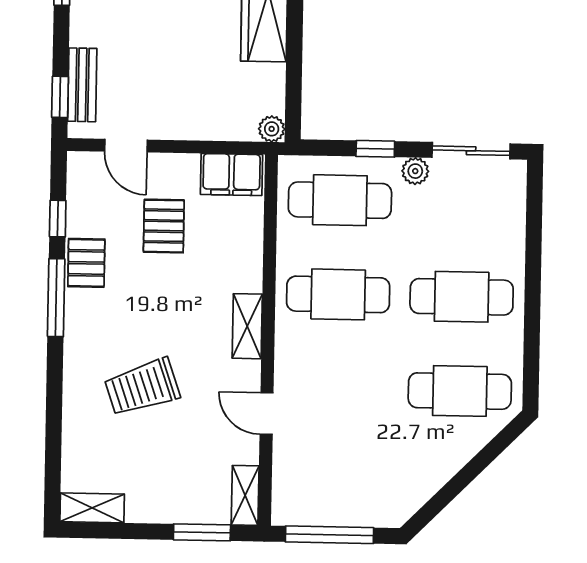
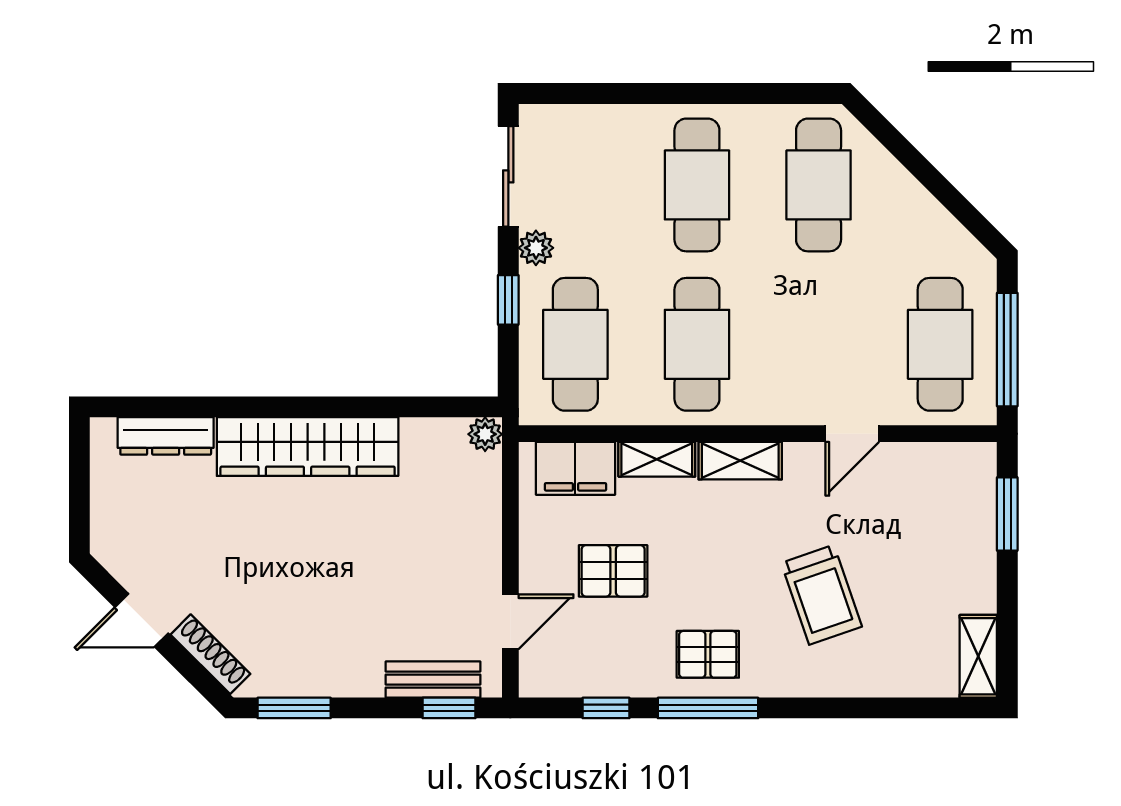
filing cabinet: (231, 175) -> (575, 468), moved, turned 90
pallet: (86, 263) -> (708, 654), moved
cafe table: (335, 483) -> (940, 344), added
shelving: (245, 495) -> (657, 459), moved

